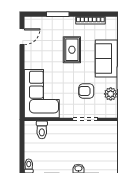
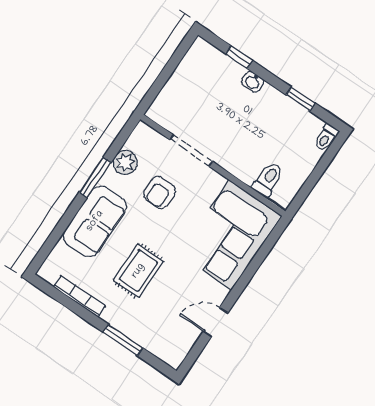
door: (22, 37) -> (216, 322), moved
armchair: (86, 91) -> (160, 192), turned 90

